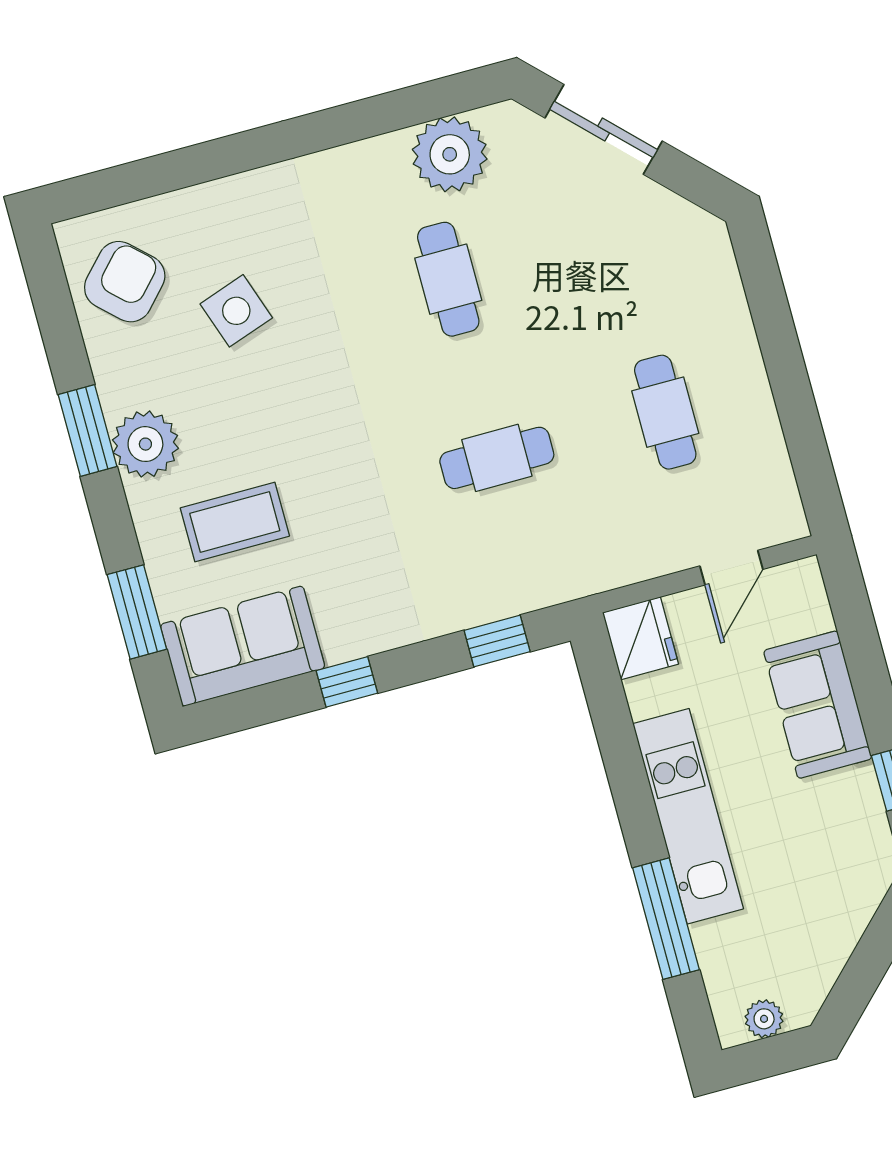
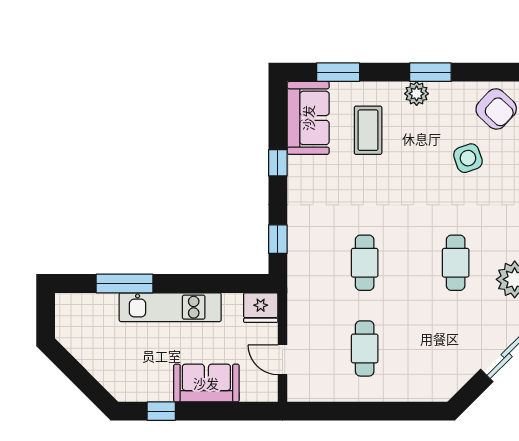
cafe table: (448, 279) -> (456, 263), turned 90
cafe table: (665, 412) -> (365, 348), turned 90
plant: (145, 444) -> (417, 94), width x0.73, depth x0.73
plant: (764, 1019) -> (64, 317), removed

